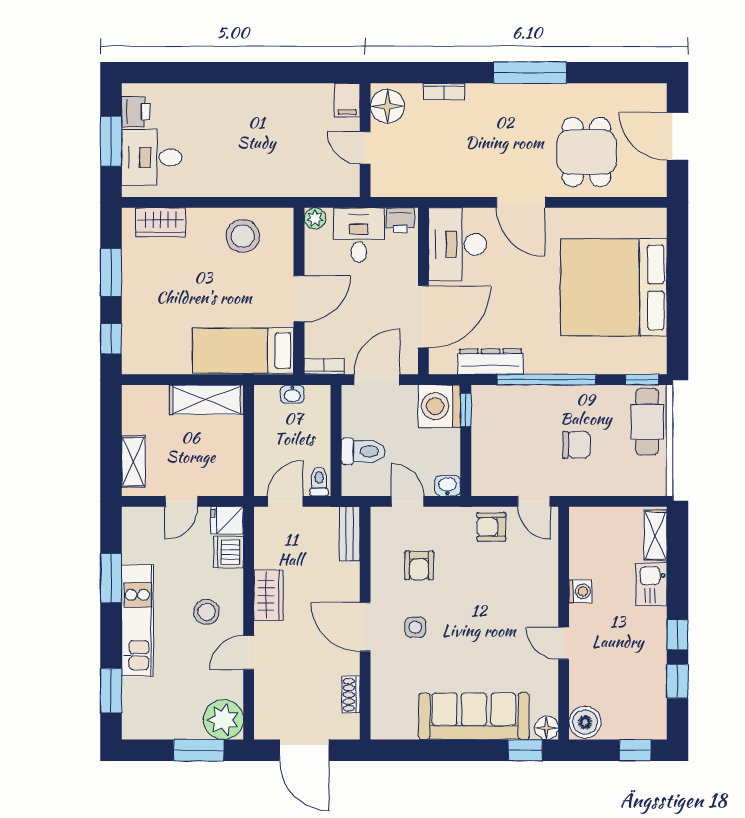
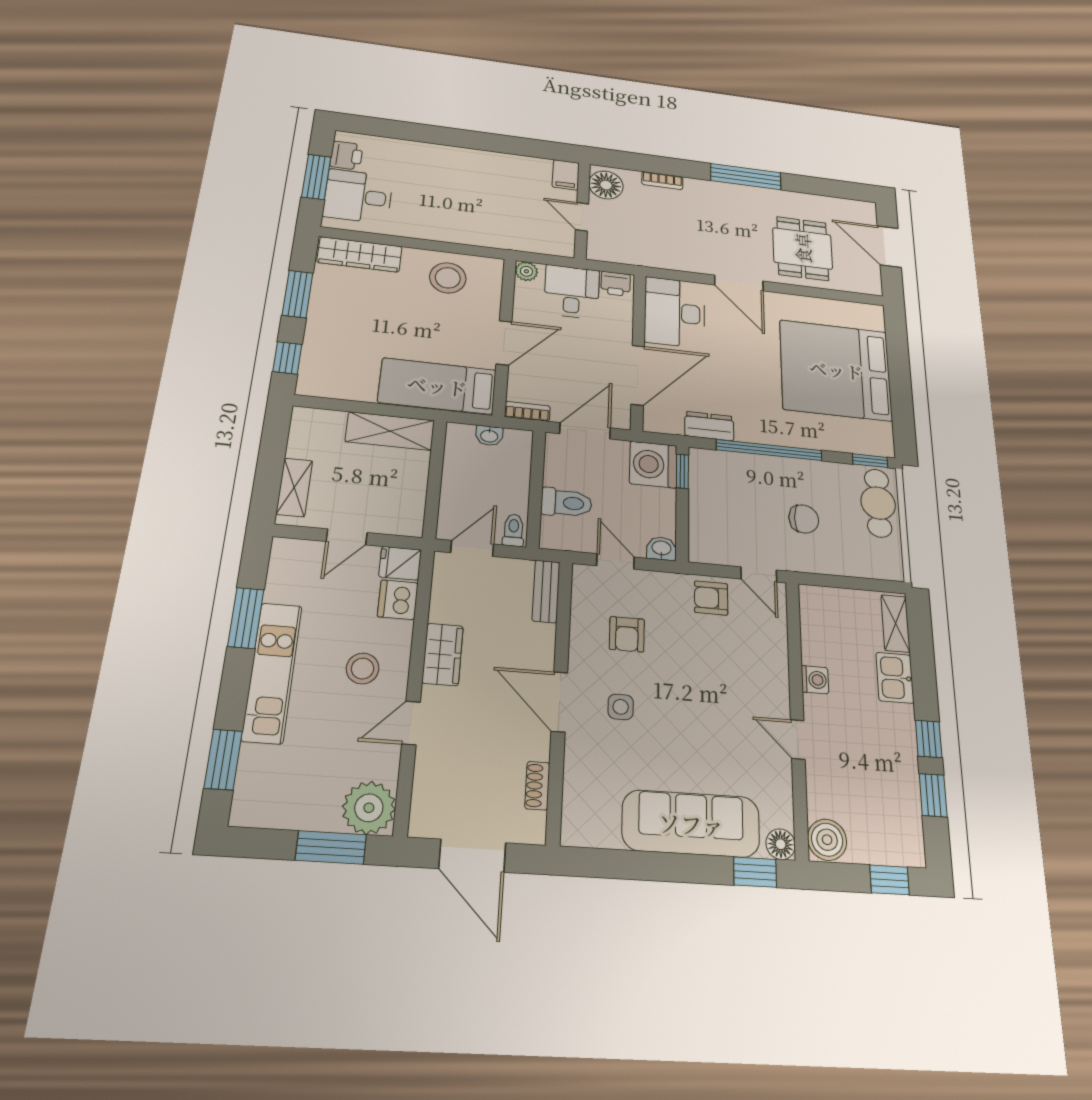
wardrobe: (161, 222) -> (360, 254), width x1.50
dresser: (491, 362) -> (709, 426), width x0.70

